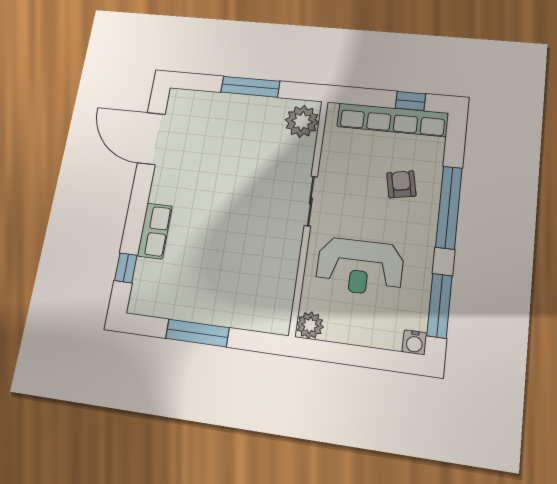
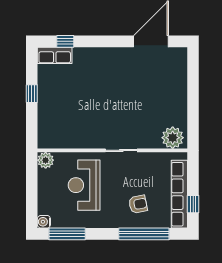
window: (250, 87) -> (193, 101), removed
window: (449, 207) -> (144, 234), moved
row of seats: (155, 231) -> (55, 55), moved
window: (197, 333) -> (32, 94), width x0.46

